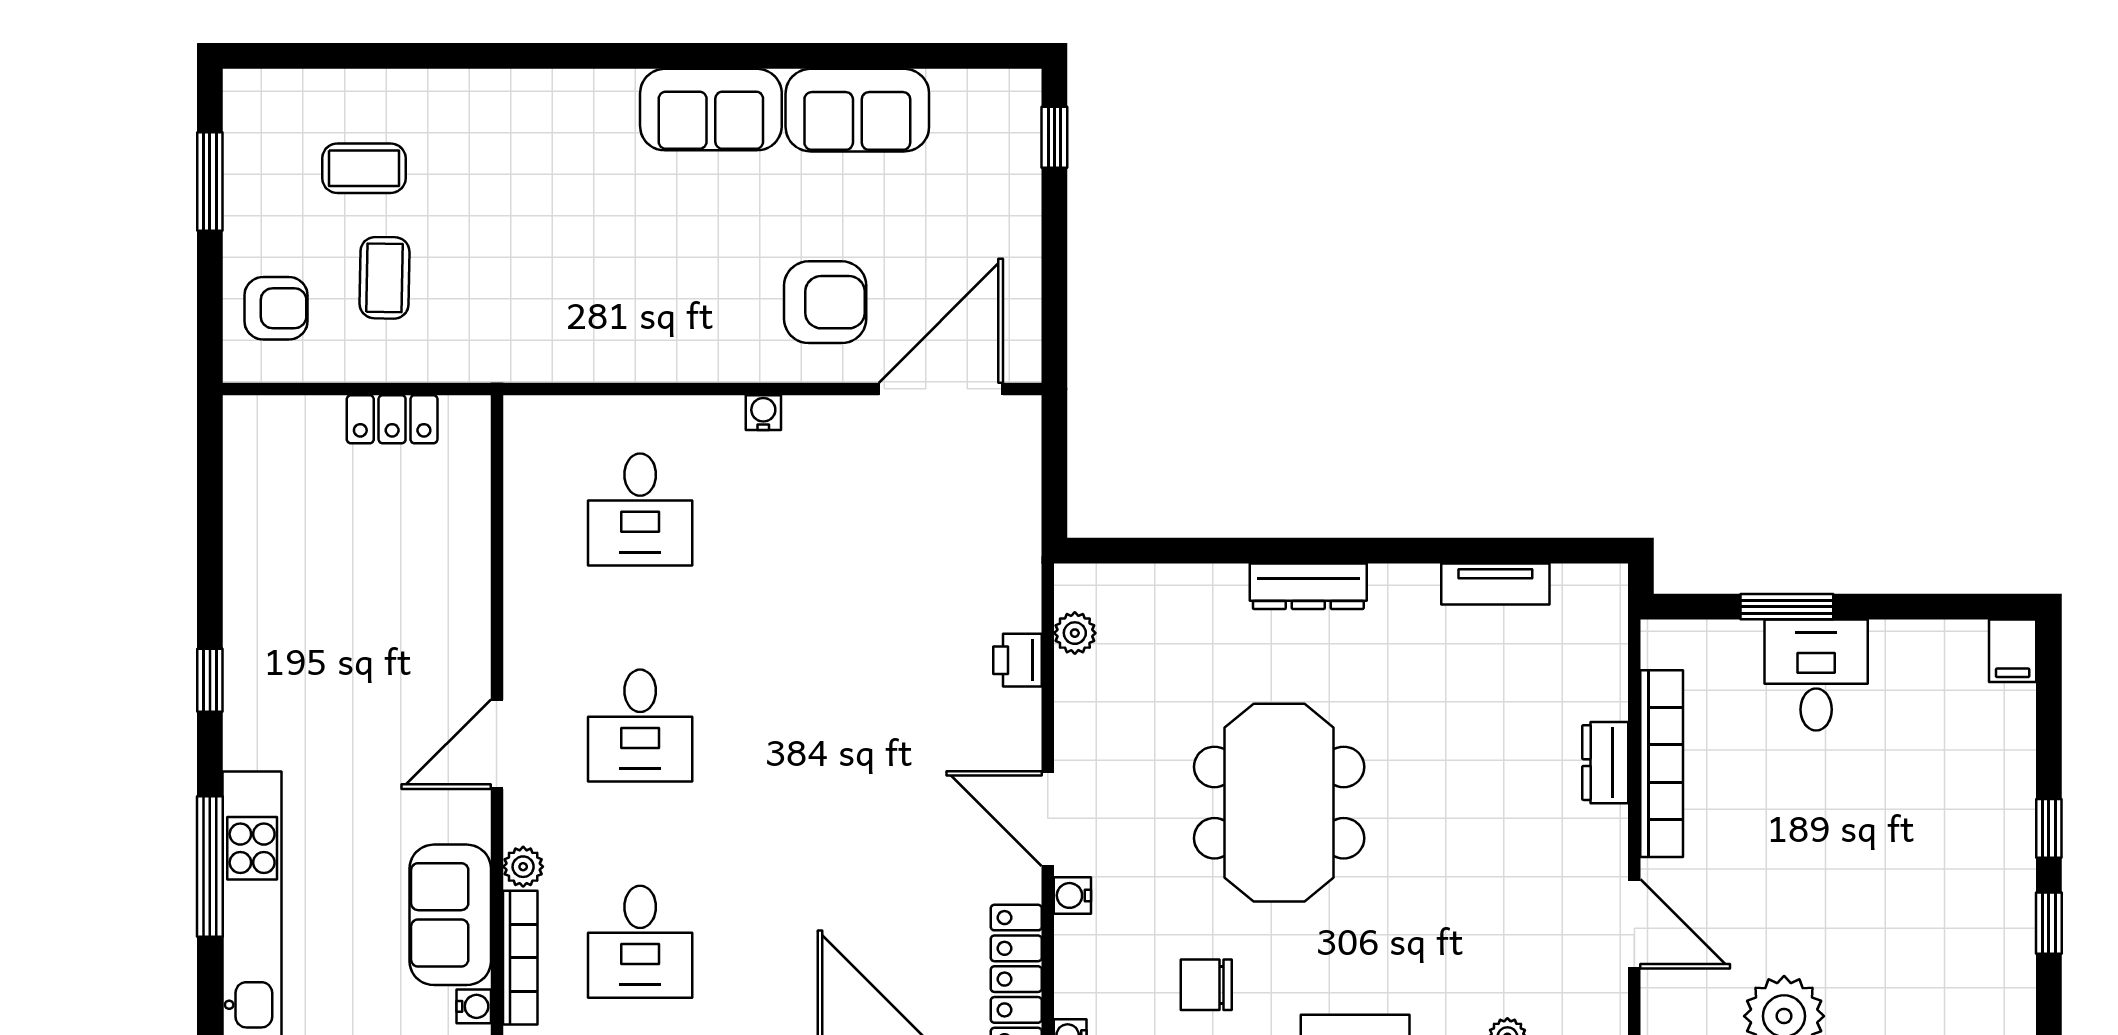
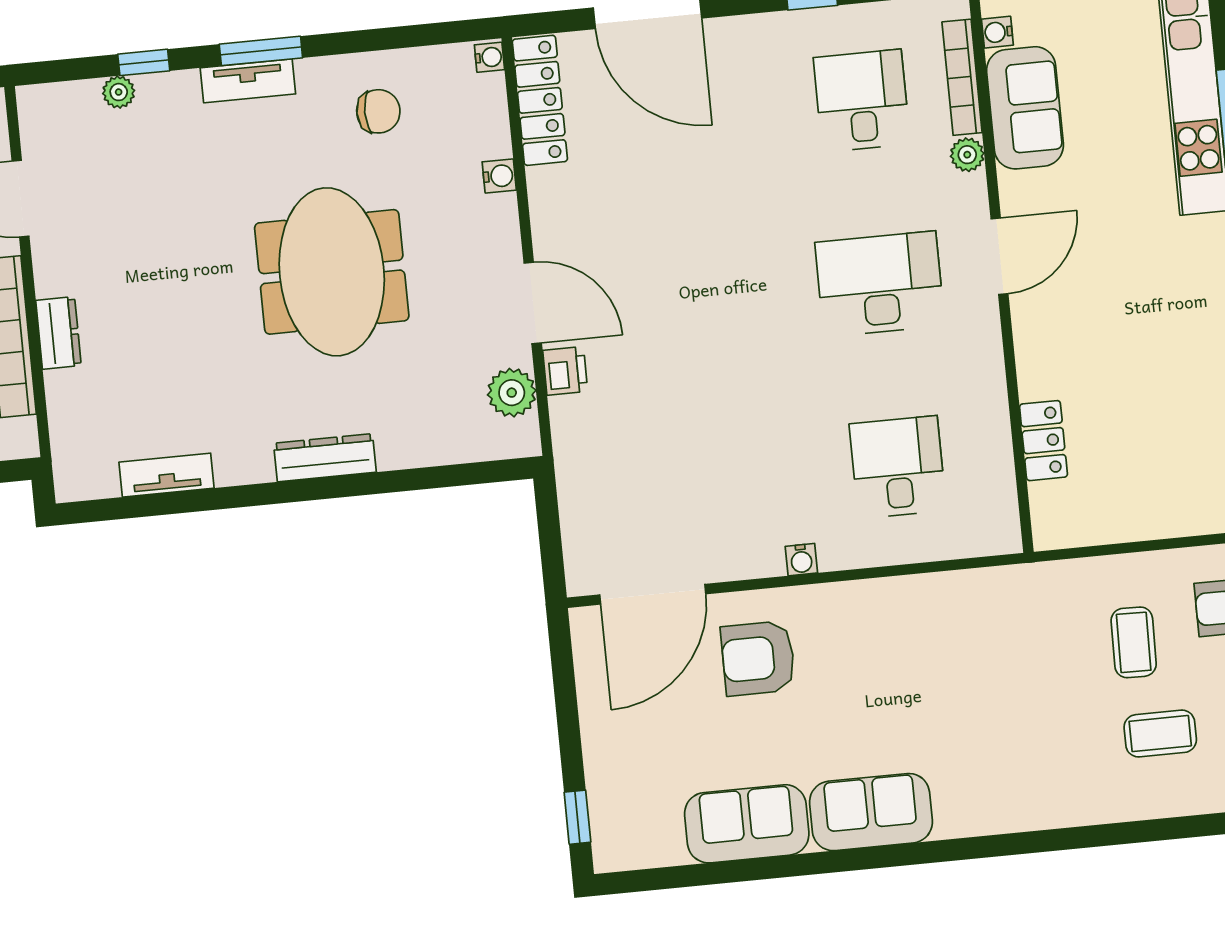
locker: (392, 419) -> (1043, 441), moved, turned 90
plant: (1075, 633) -> (512, 393), width x1.38, depth x1.38
desk: (640, 726) -> (880, 284), width x1.37
door: (1048, 819) -> (533, 303), moved

